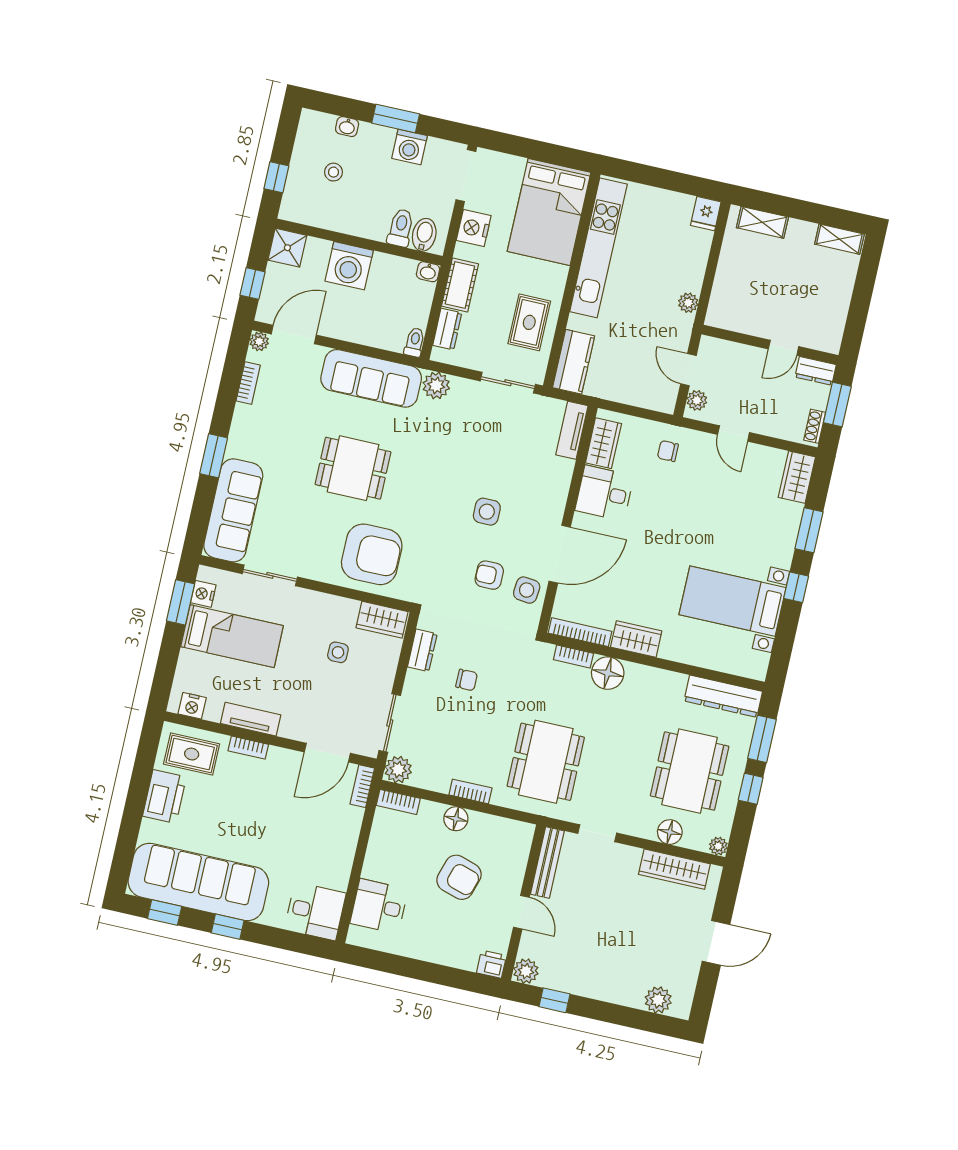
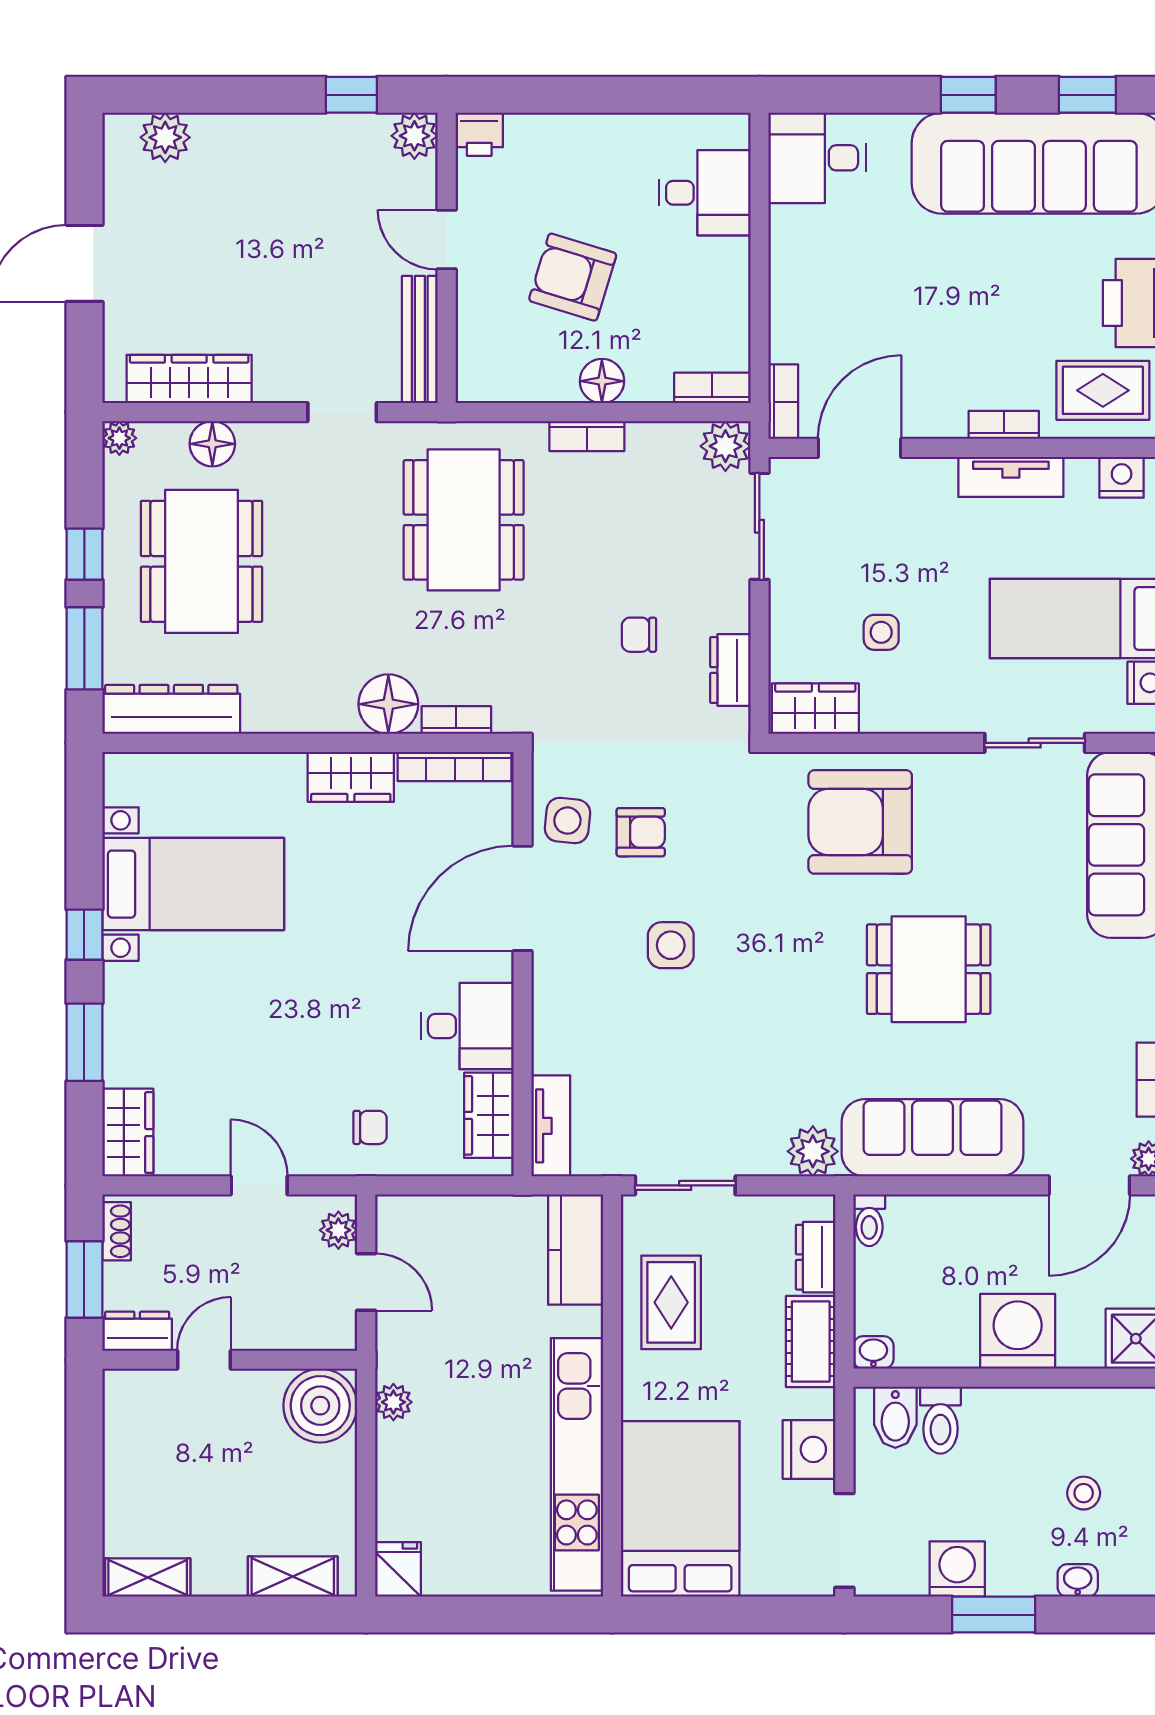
boiler: (727, 310) -> (320, 1406), added

